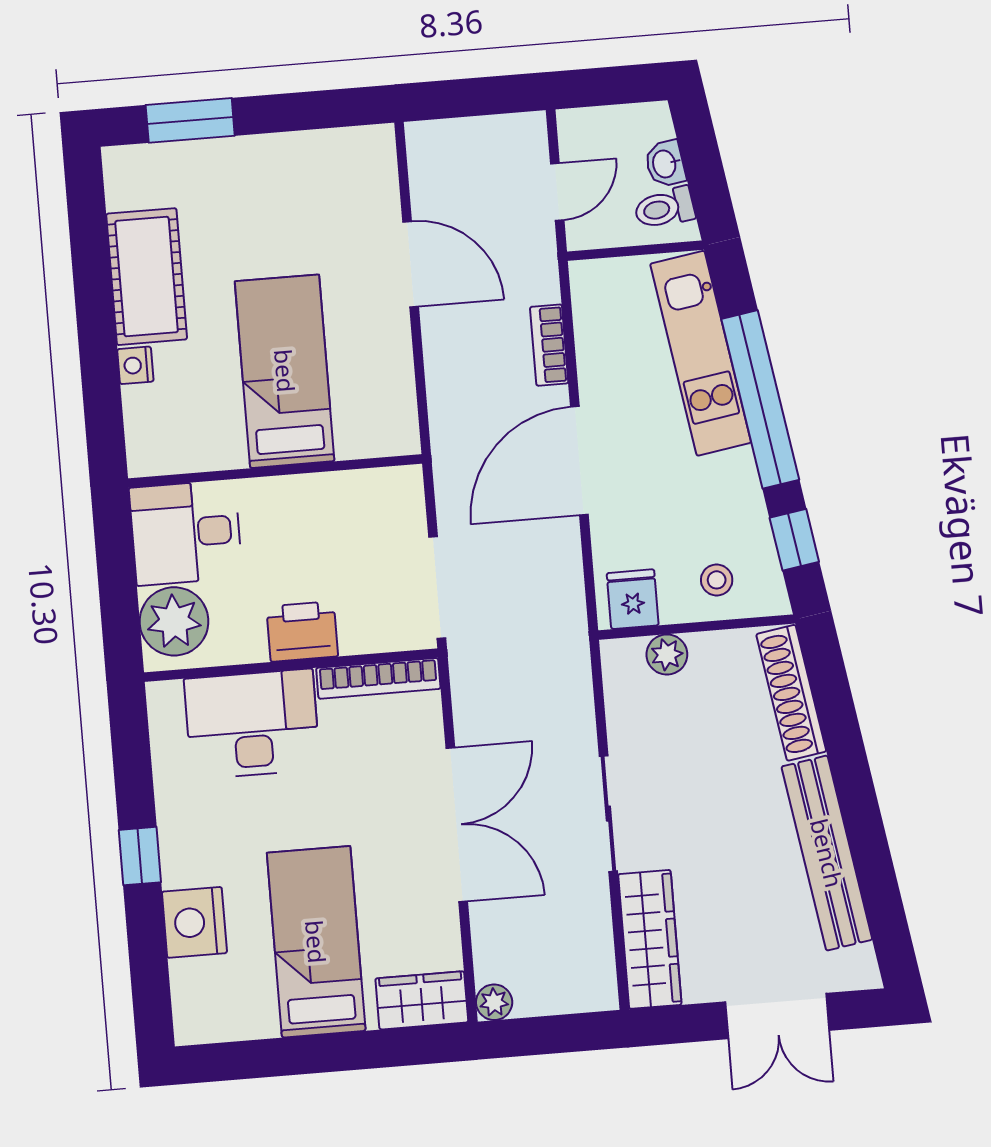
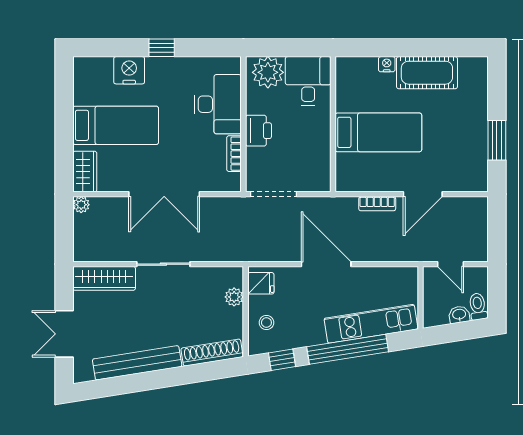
window: (190, 120) -> (497, 140), moved
toilet: (664, 208) -> (478, 306), moved
bookcase: (549, 345) -> (377, 204), moved, turned 180
bookcase: (378, 678) -> (234, 154), width x0.64

